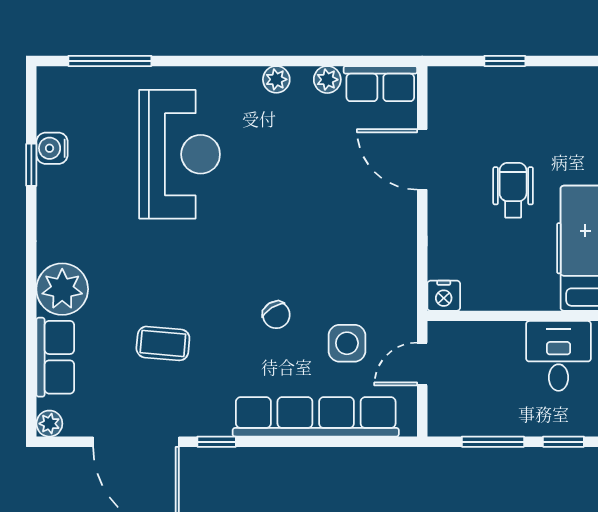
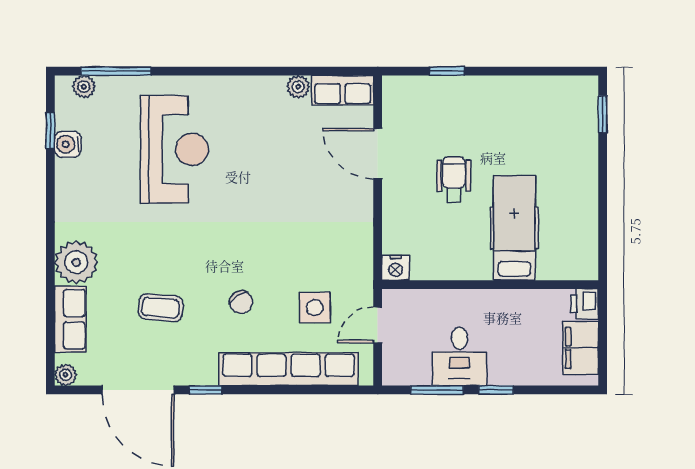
plant: (276, 79) -> (84, 87), moved
window: (31, 165) -> (50, 130), moved
chair: (276, 315) -> (241, 302), moved
desk: (559, 356) -> (459, 356), moved, turned 180

